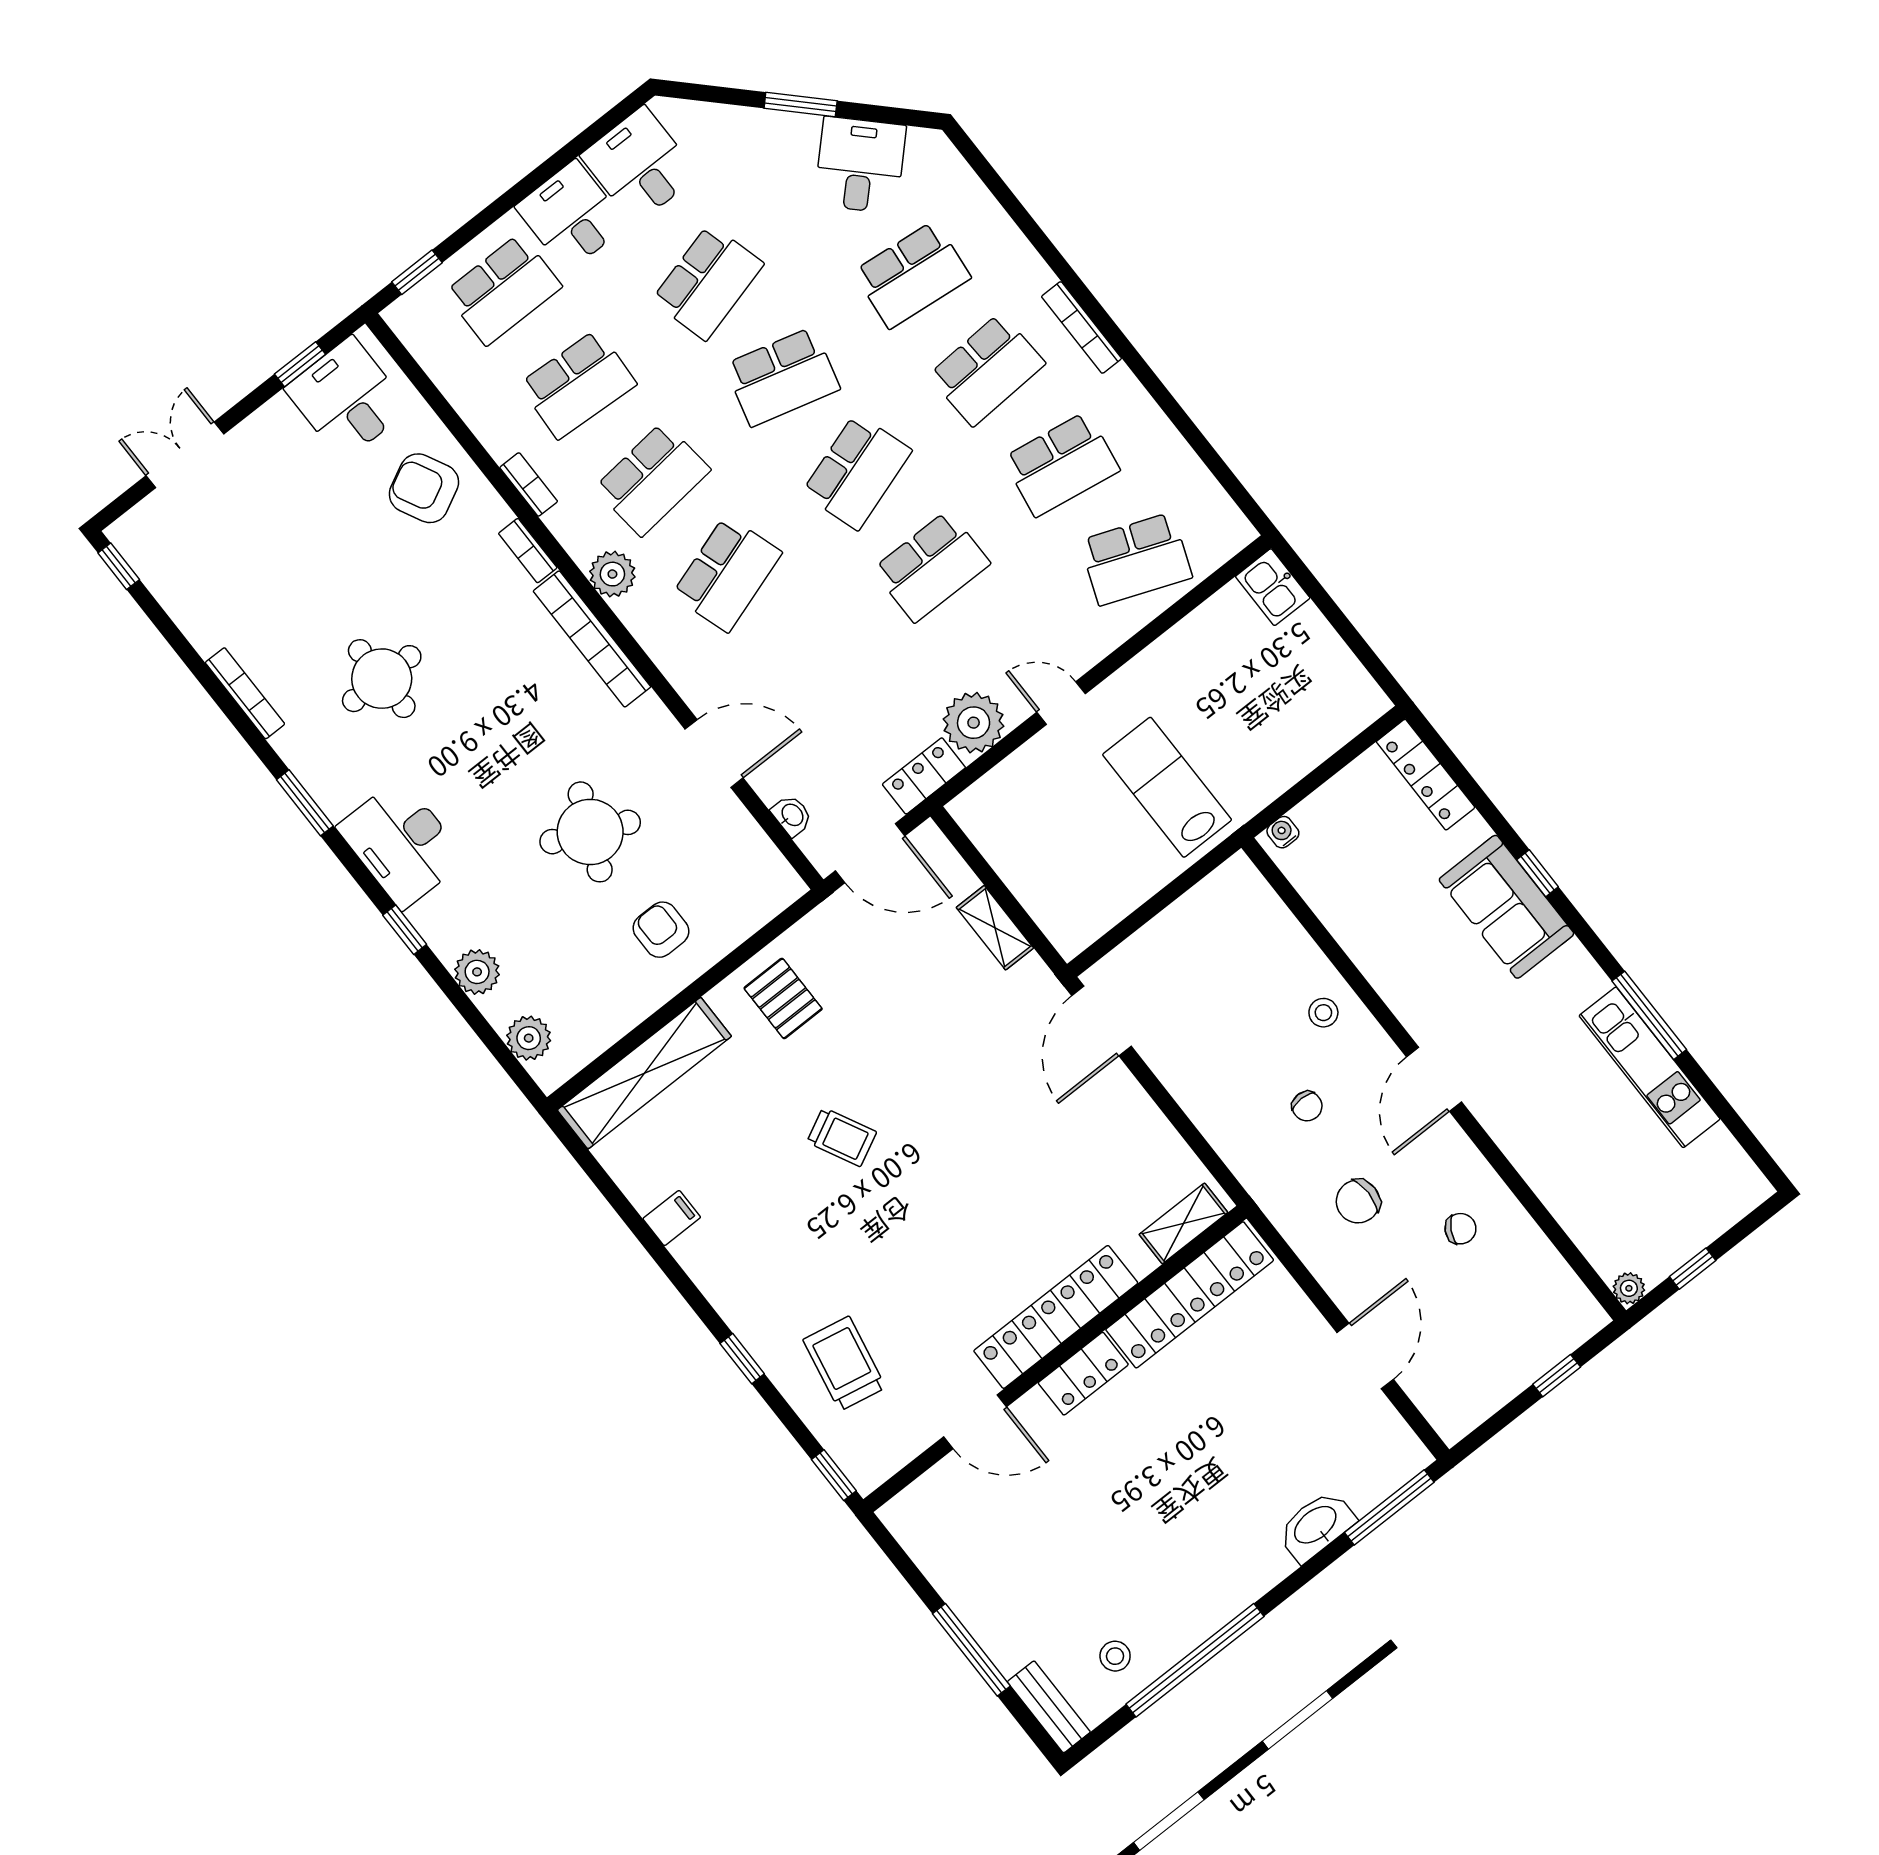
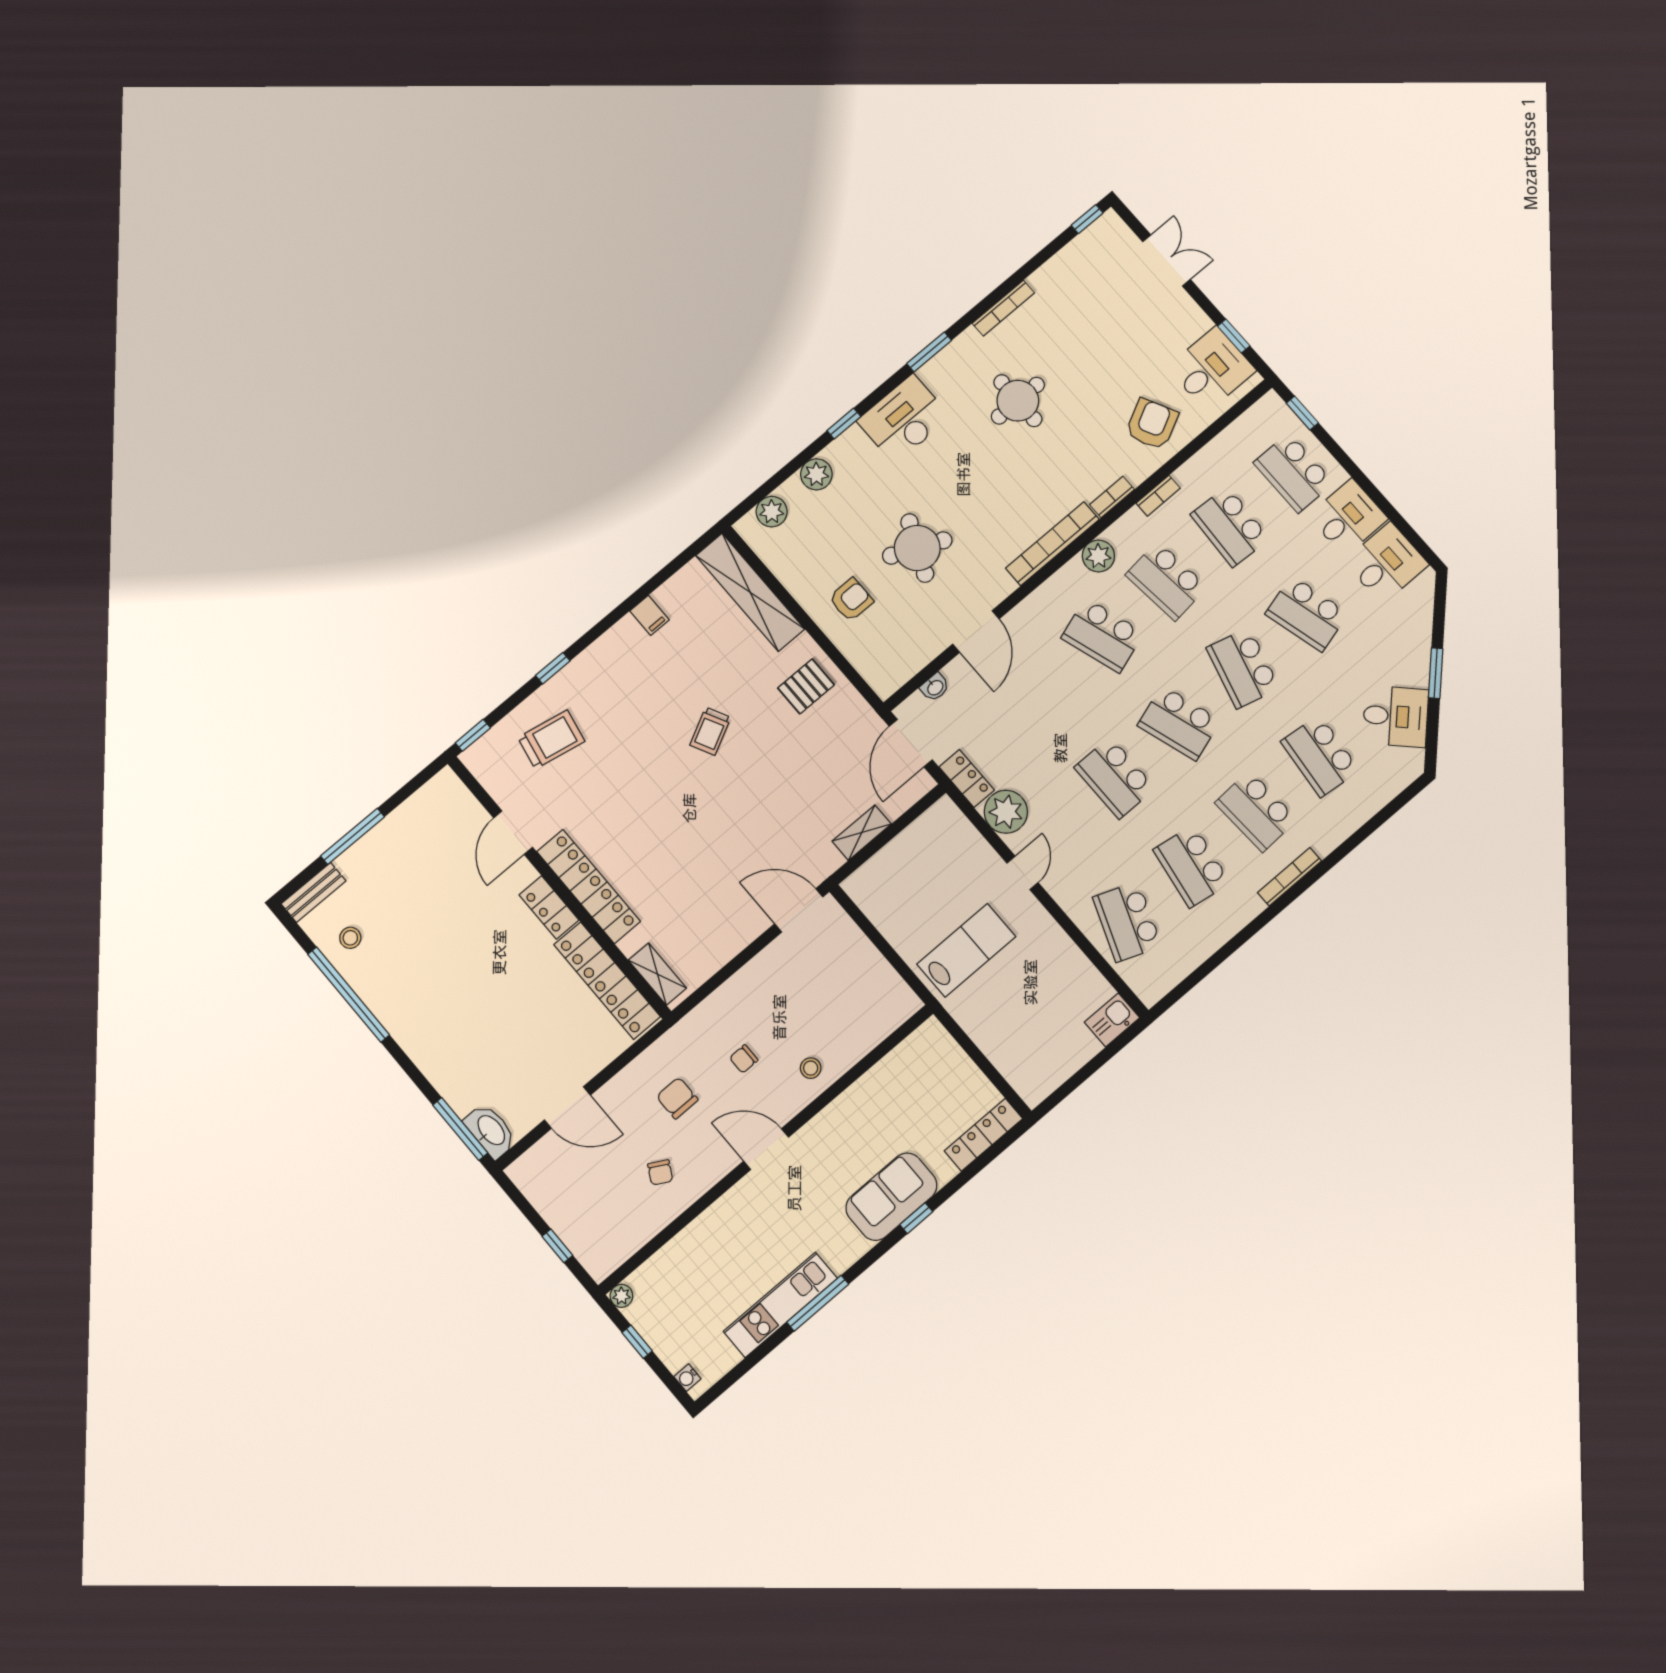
water cooler: (1283, 832) -> (687, 1378), moved, turned 180
washbasin: (1316, 1526) -> (491, 1131), moved

